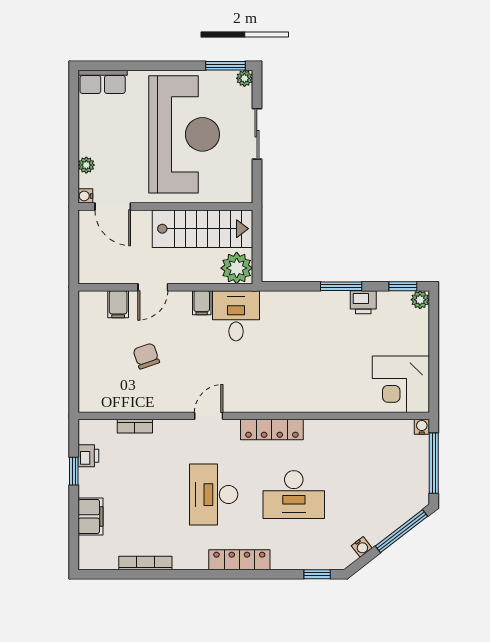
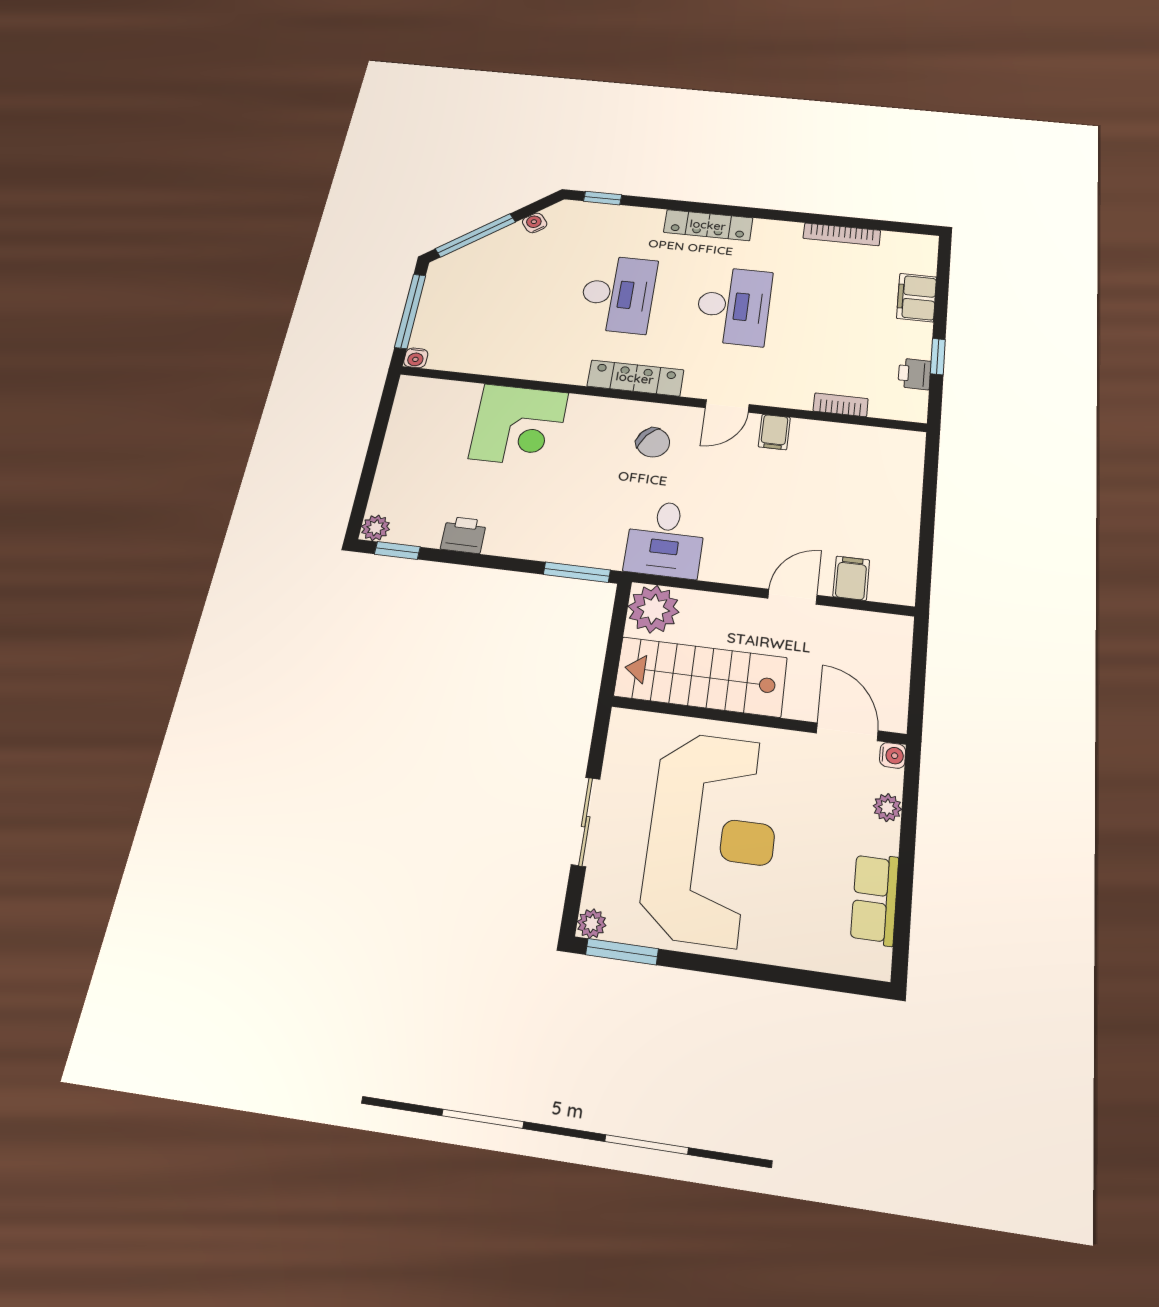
row of seats: (103, 82) -> (875, 899), moved, turned -90
reception desk: (184, 134) -> (712, 838), turned 180
window: (341, 286) -> (577, 572), moved
filing cabinet: (202, 303) -> (774, 432), moved, turned 180
chair: (146, 356) -> (653, 443), moved, turned -33
corner desk: (401, 384) -> (519, 426), moved, turned 90
desk: (294, 495) -> (618, 294), turned 90

